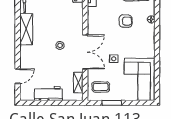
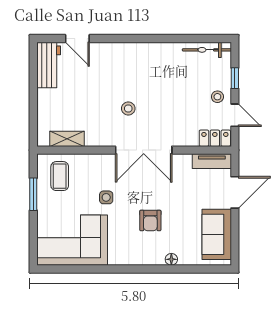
armchair: (126, 21) -> (150, 220), moved
shelving: (26, 29) -> (155, 53), removed
double door: (85, 52) -> (144, 150), moved
workbench: (48, 94) -> (49, 65), moved

